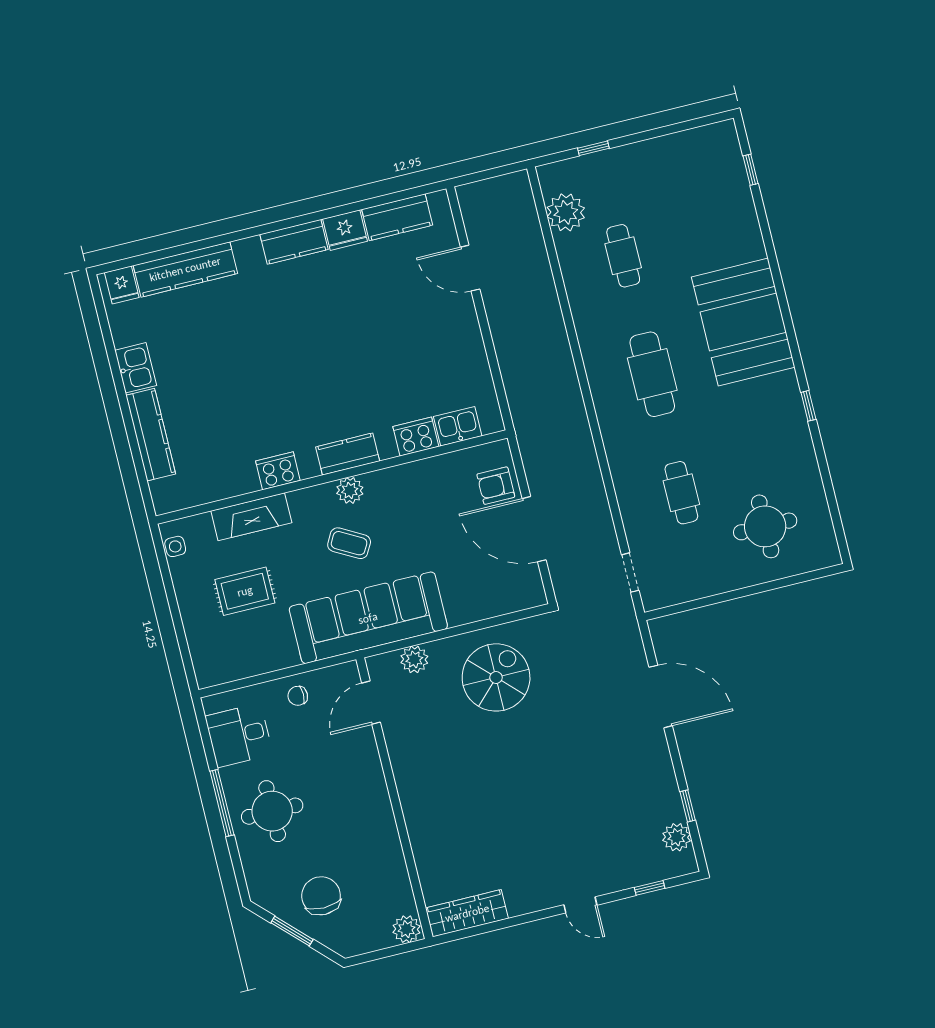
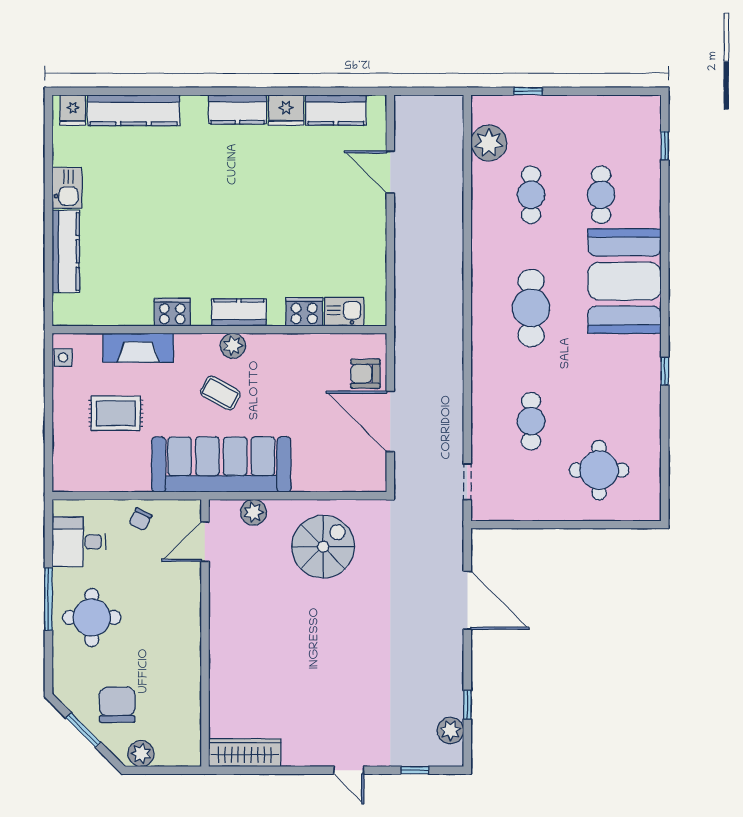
cafe table: (697, 238) -> (601, 195), added
chair: (298, 696) -> (140, 519), turned -64
plant: (406, 929) -> (141, 754), moved

